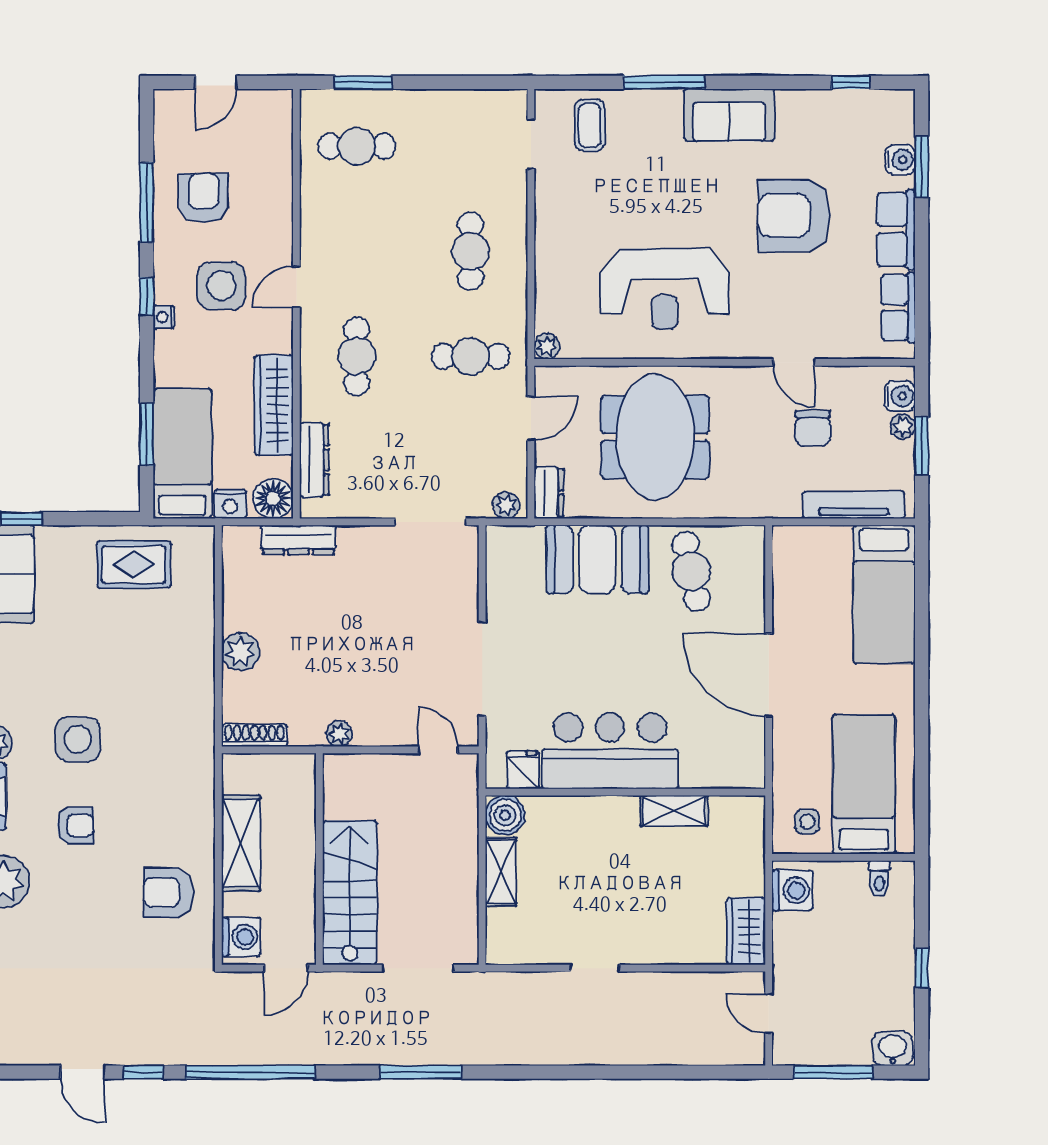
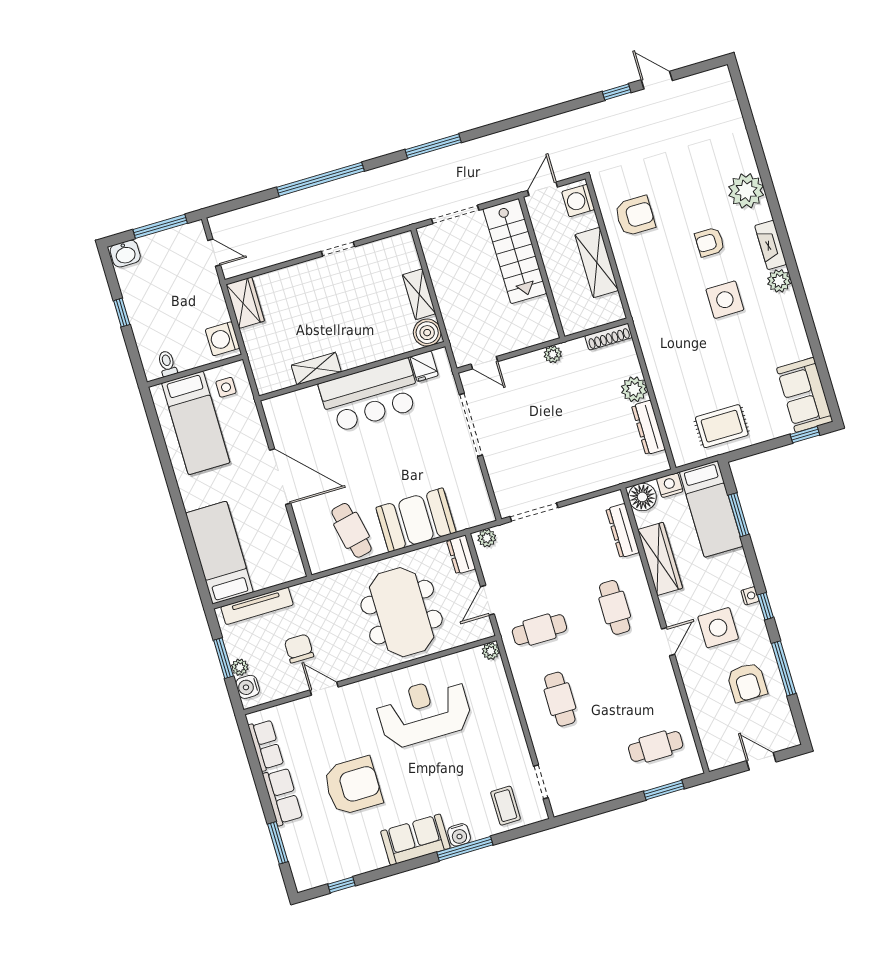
door: (216, 82) -> (761, 761), hinge flipped
water cooler: (900, 160) -> (459, 835), moved, turned -90
dresser: (298, 540) -> (648, 428), moved, turned -90
window: (250, 1072) -> (320, 179), moved

